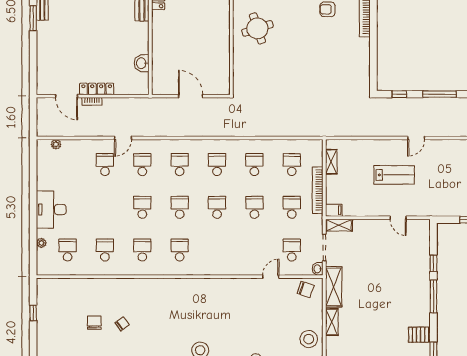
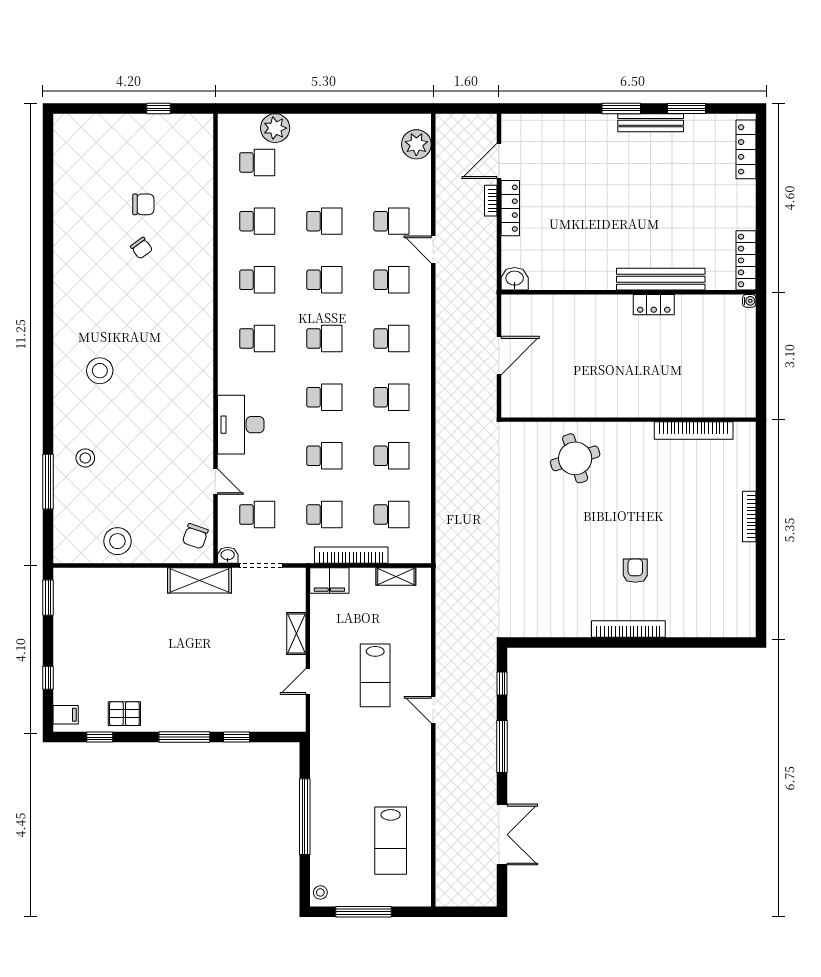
round table: (257, 28) -> (575, 458), moved
washbasin: (142, 63) -> (515, 279), moved
plant: (56, 144) -> (416, 144), width x1.88, depth x1.88
school desk: (105, 207) -> (324, 221), added
desk: (51, 210) -> (241, 425), moved, turned -90
filing cabinet: (334, 210) -> (329, 581), width x2.00
shelving: (339, 225) -> (296, 634), moved
plant: (41, 243) -> (275, 128), width x1.88, depth x1.88
shelving: (332, 322) -> (144, 577), removed
pallet: (419, 335) -> (124, 714), turned 90

